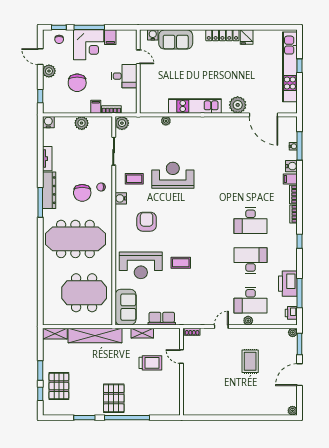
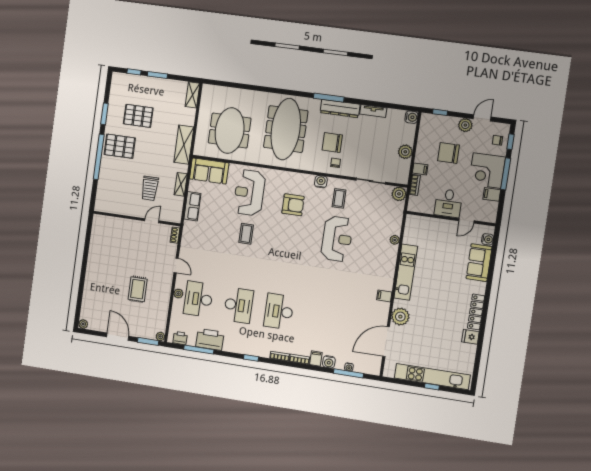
filing cabinet: (220, 123) -> (384, 296), added
shelving: (95, 335) -> (184, 145), width x0.68
rug: (250, 361) -> (138, 289), turned 90
pallet: (59, 386) -> (138, 116), moved

